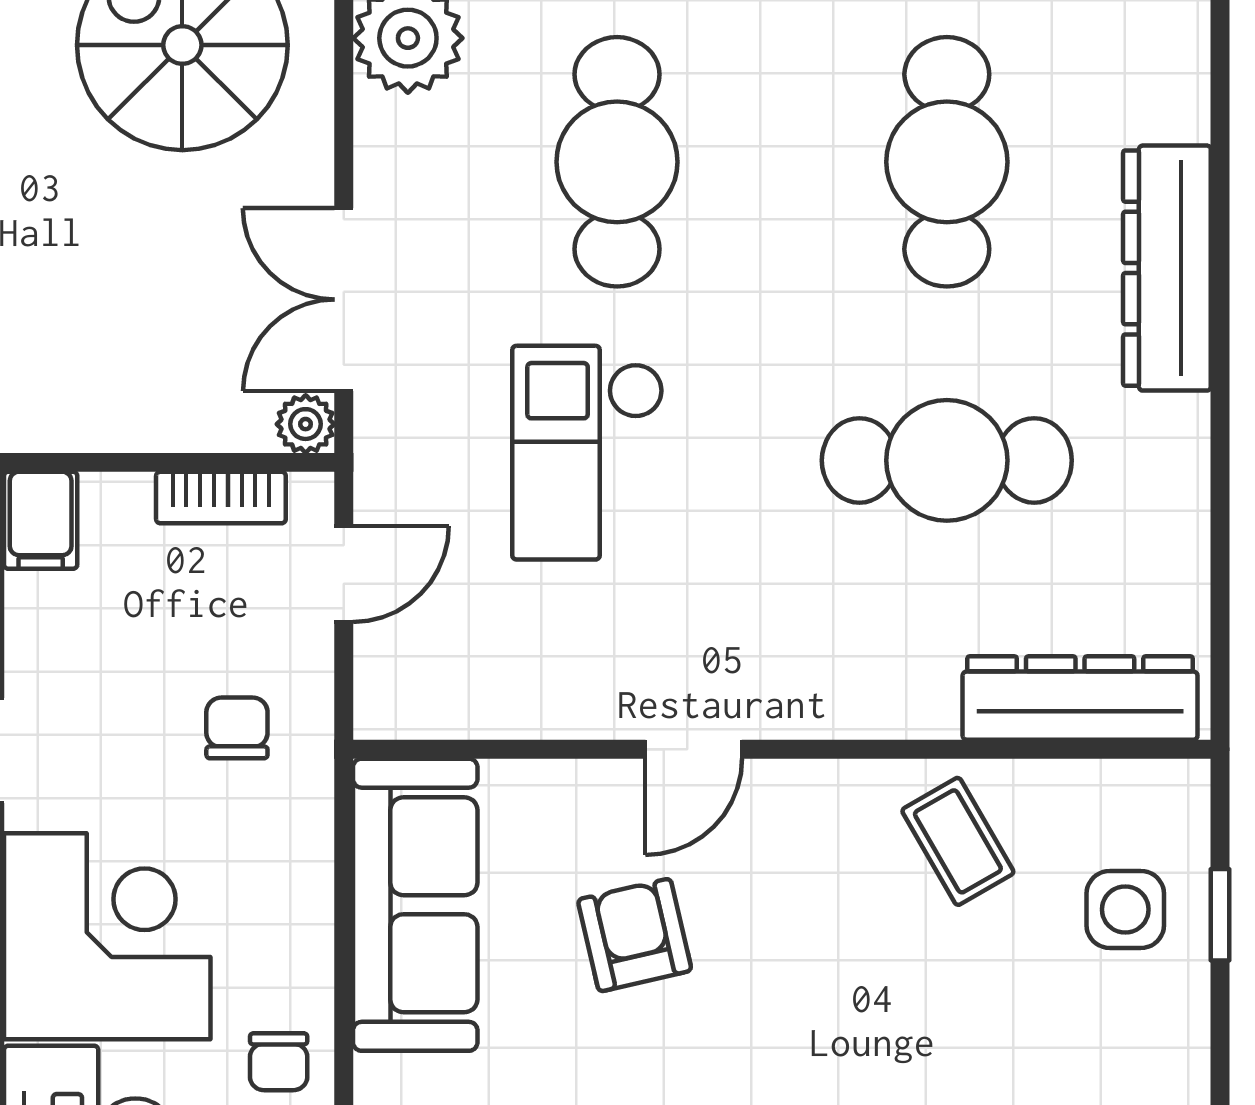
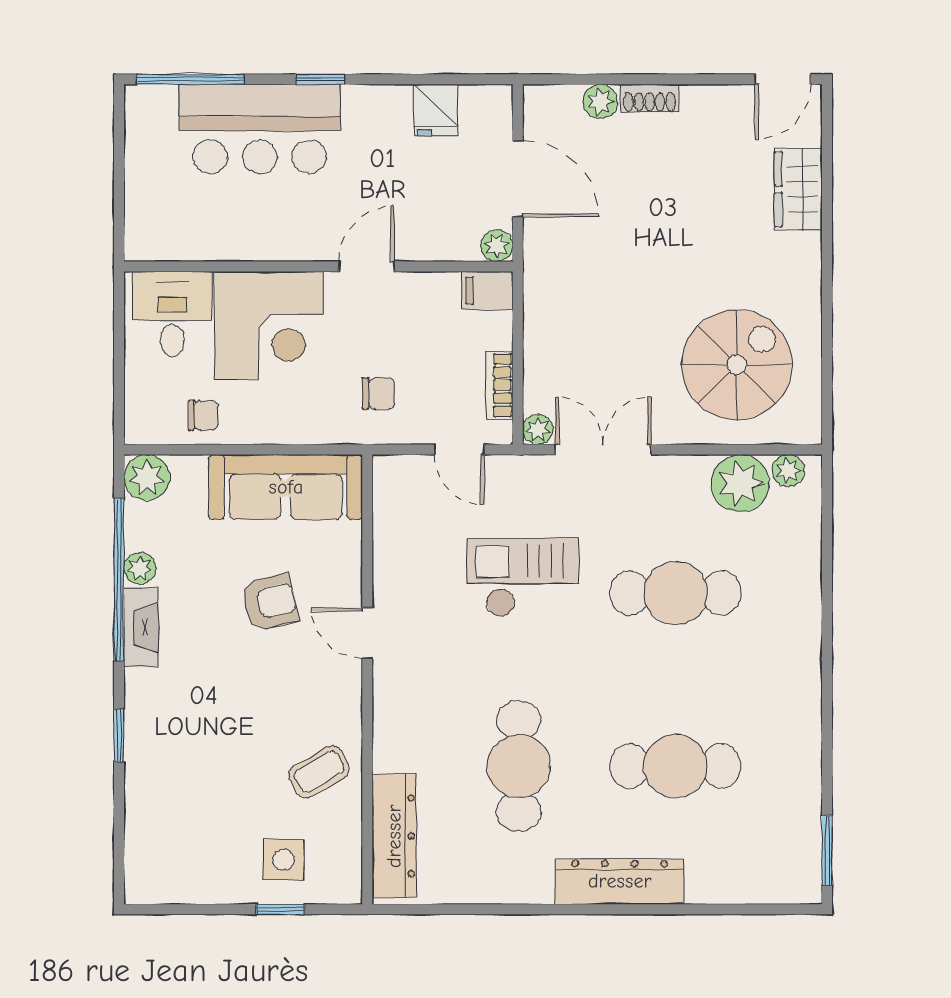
chair: (279, 1062) -> (203, 415), turned 180

